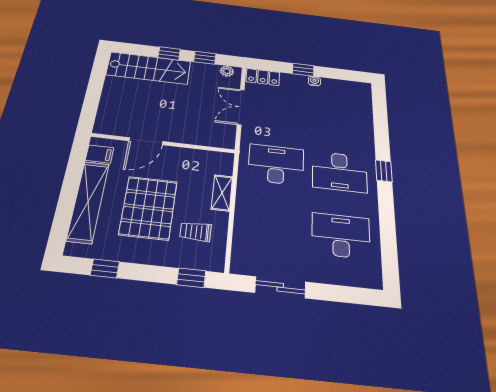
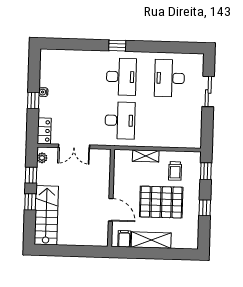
desk: (276, 165) -> (120, 120), turned 180
shelving: (88, 201) -> (151, 240), width x0.68
window: (105, 268) -> (205, 208), moved
sliding door: (280, 287) -> (208, 91), moved

